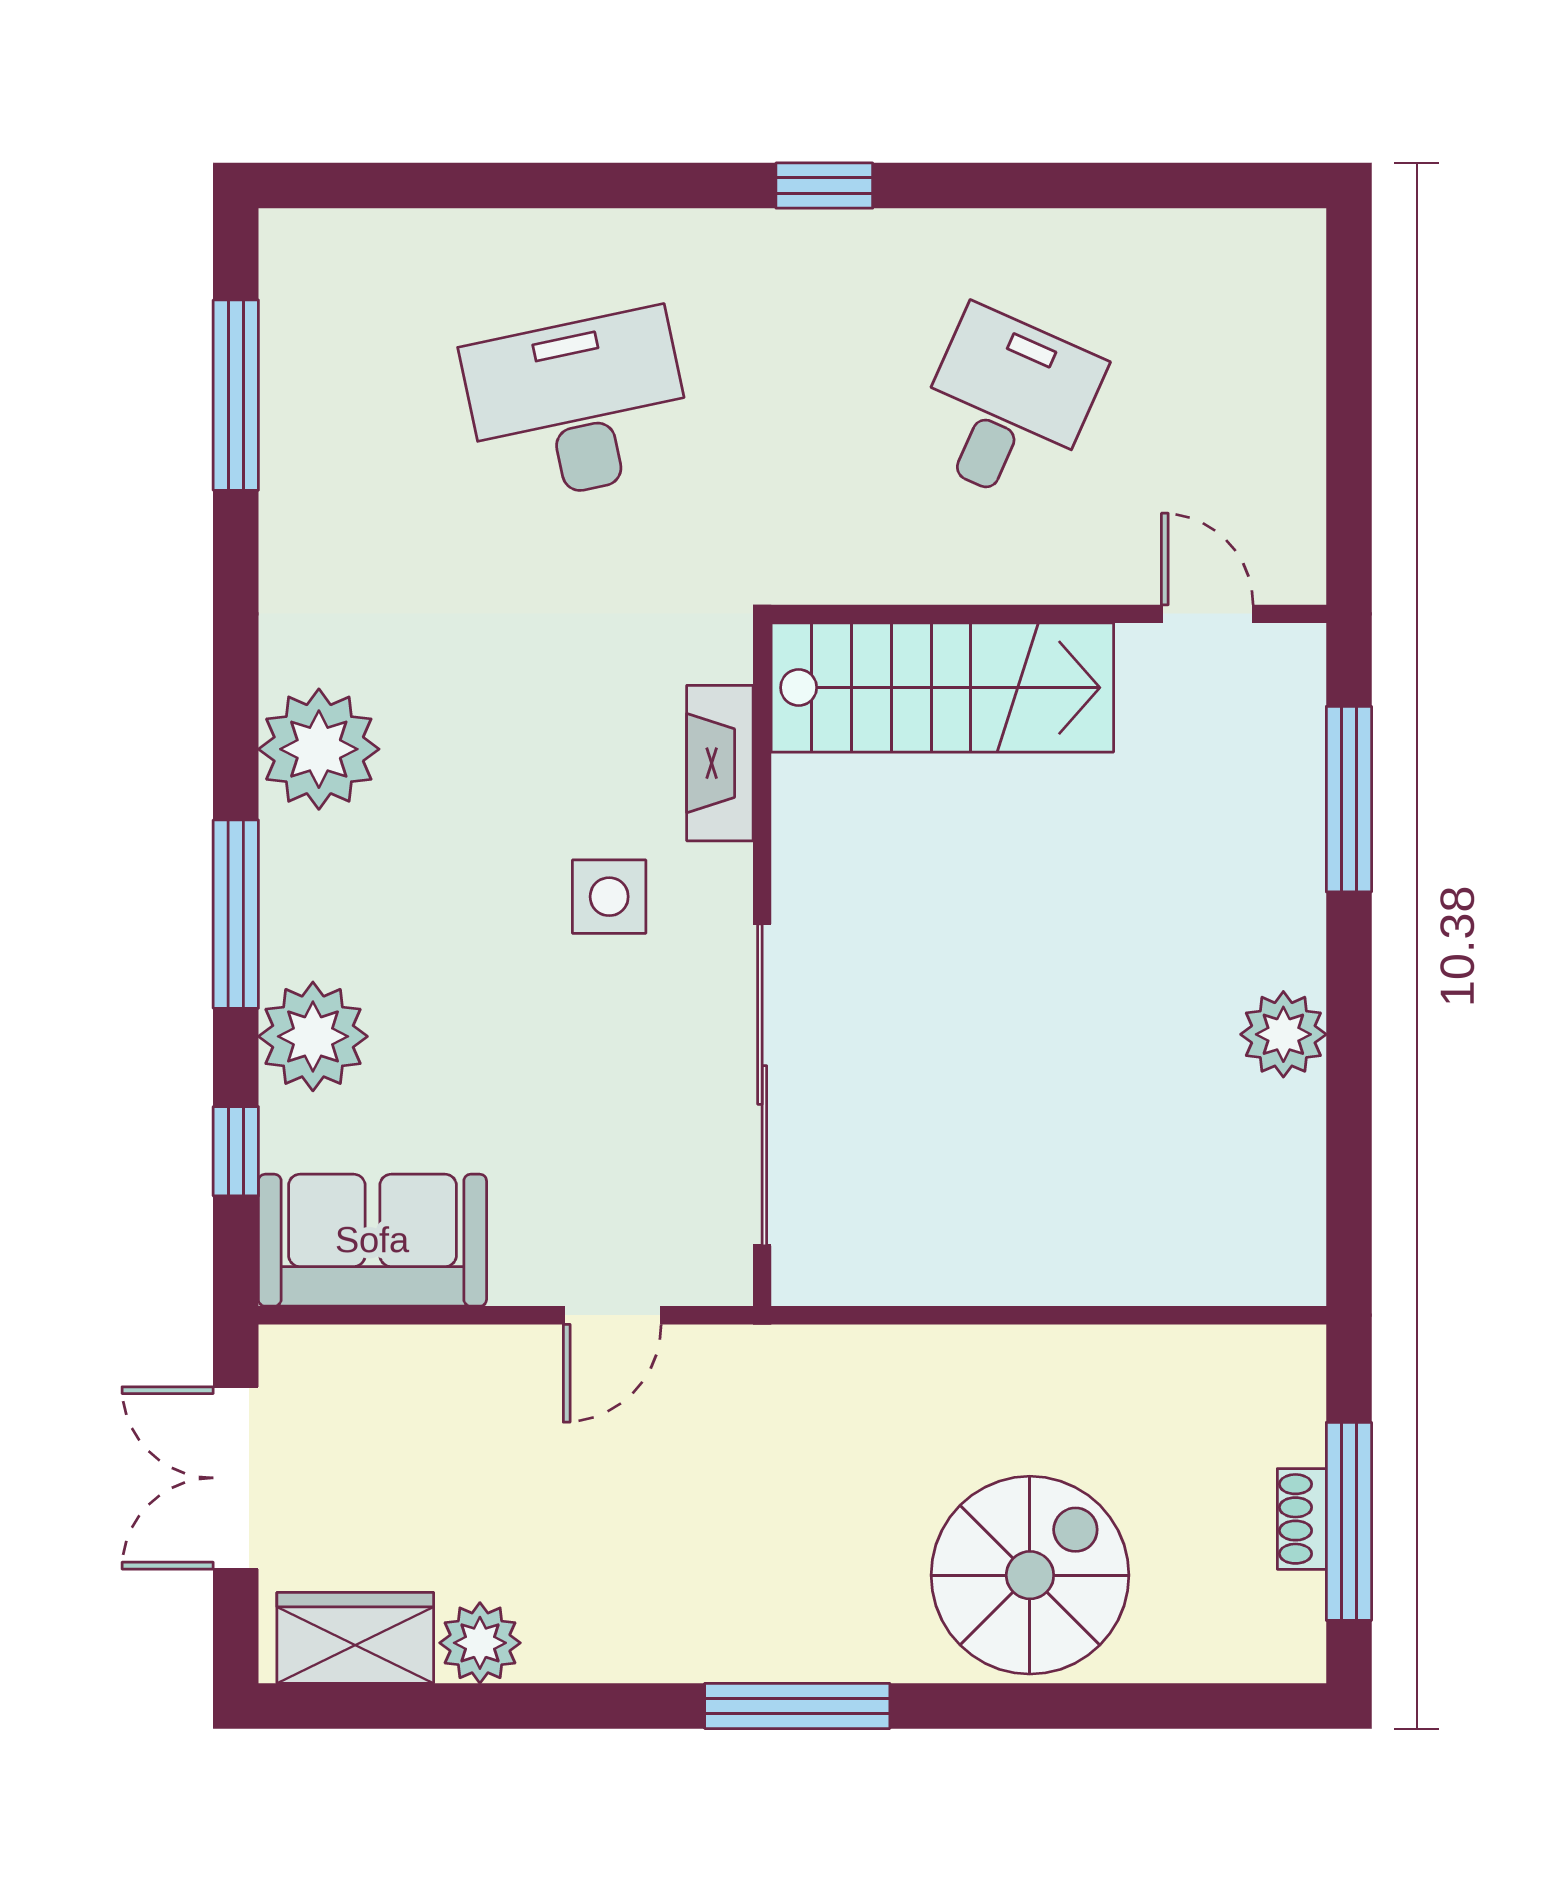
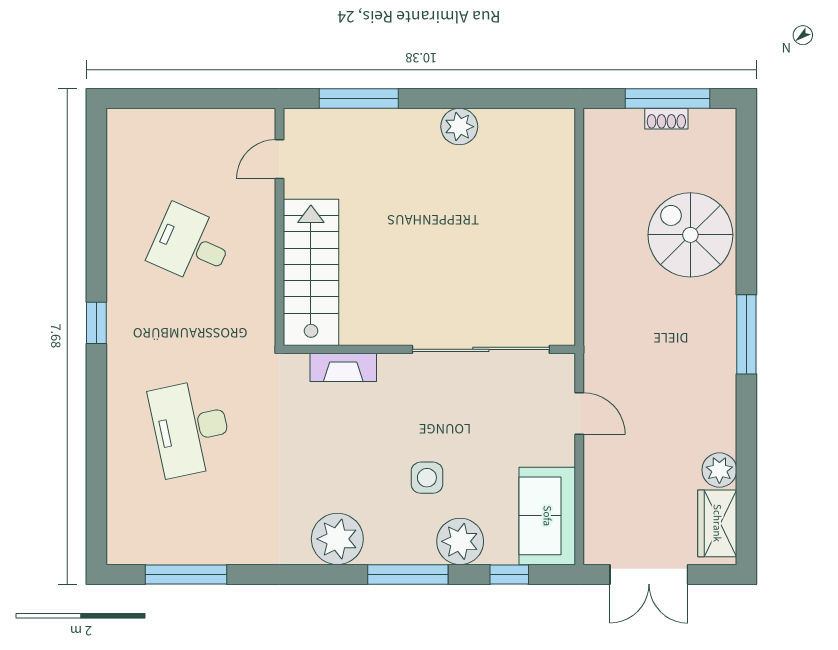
side table: (609, 897) -> (427, 478), moved

